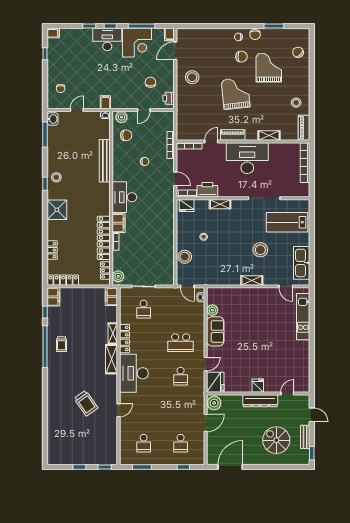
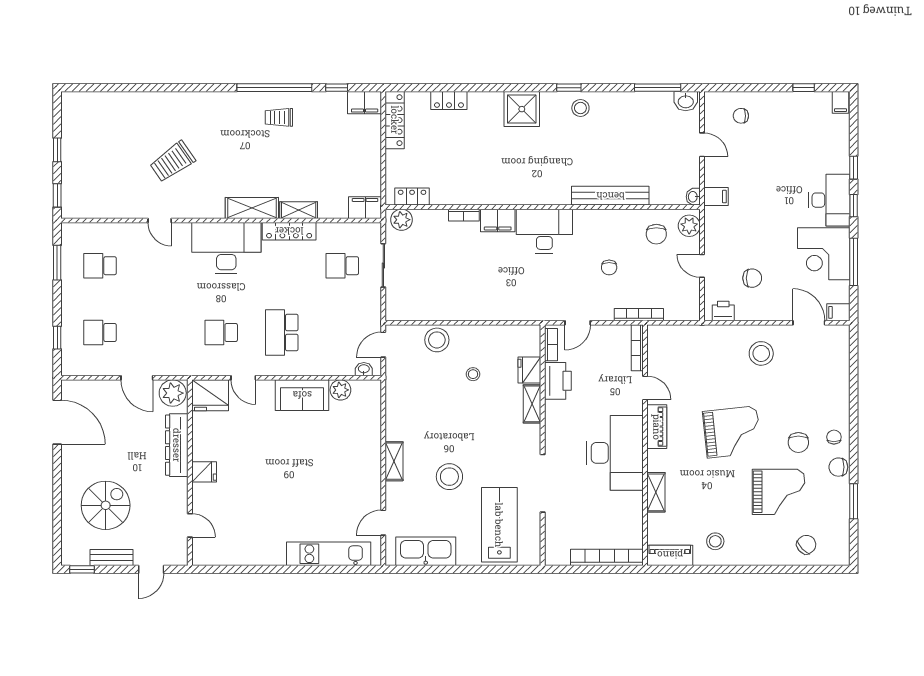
fridge: (187, 205) -> (529, 370), moved
locker: (104, 238) -> (471, 194), removed
dresser: (260, 401) -> (177, 445), moved

